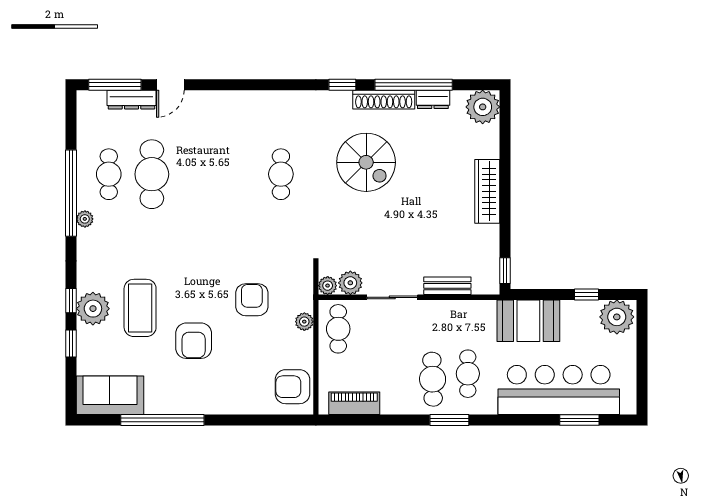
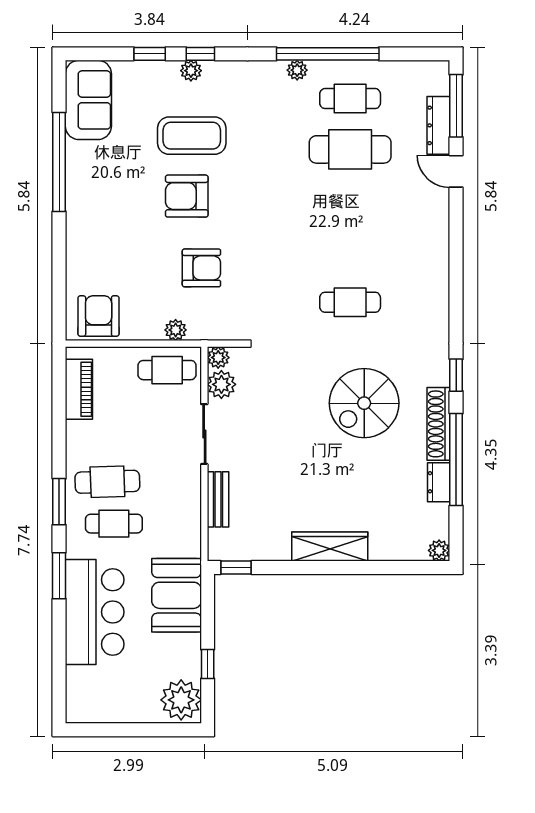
plant: (483, 107) -> (439, 550), width x0.53, depth x0.53
plant: (93, 309) -> (191, 71), width x0.53, depth x0.53
armchair: (194, 341) -> (187, 196), moved
bar counter: (559, 390) -> (95, 612), width x0.73
window: (579, 420) -> (59, 576), moved

